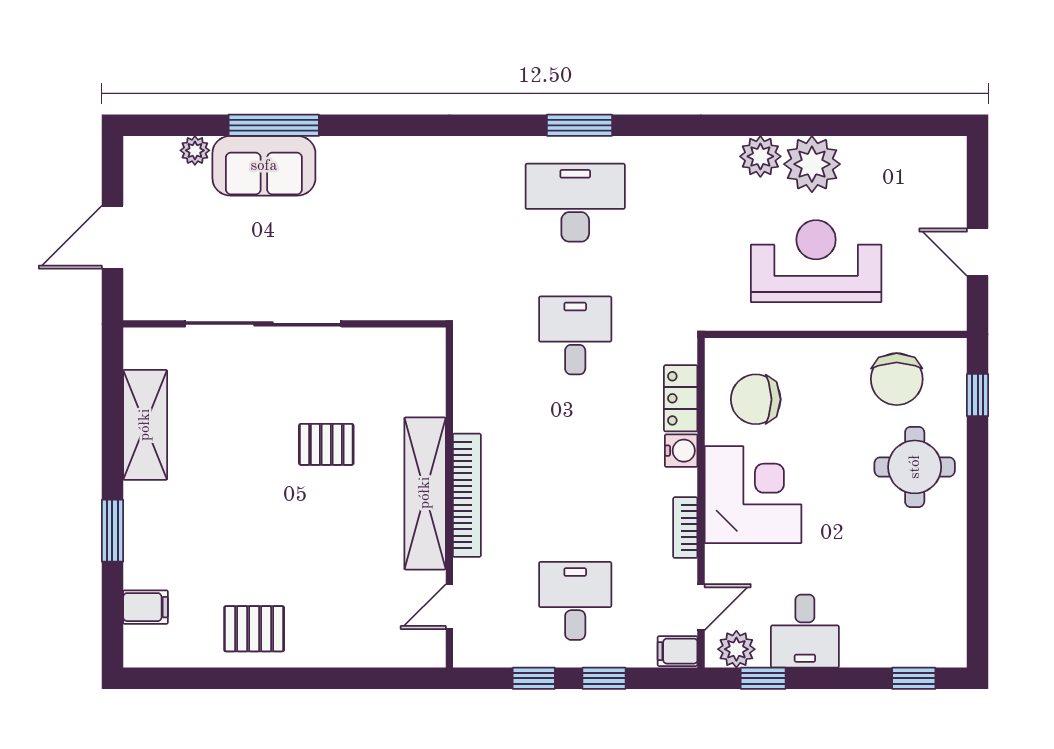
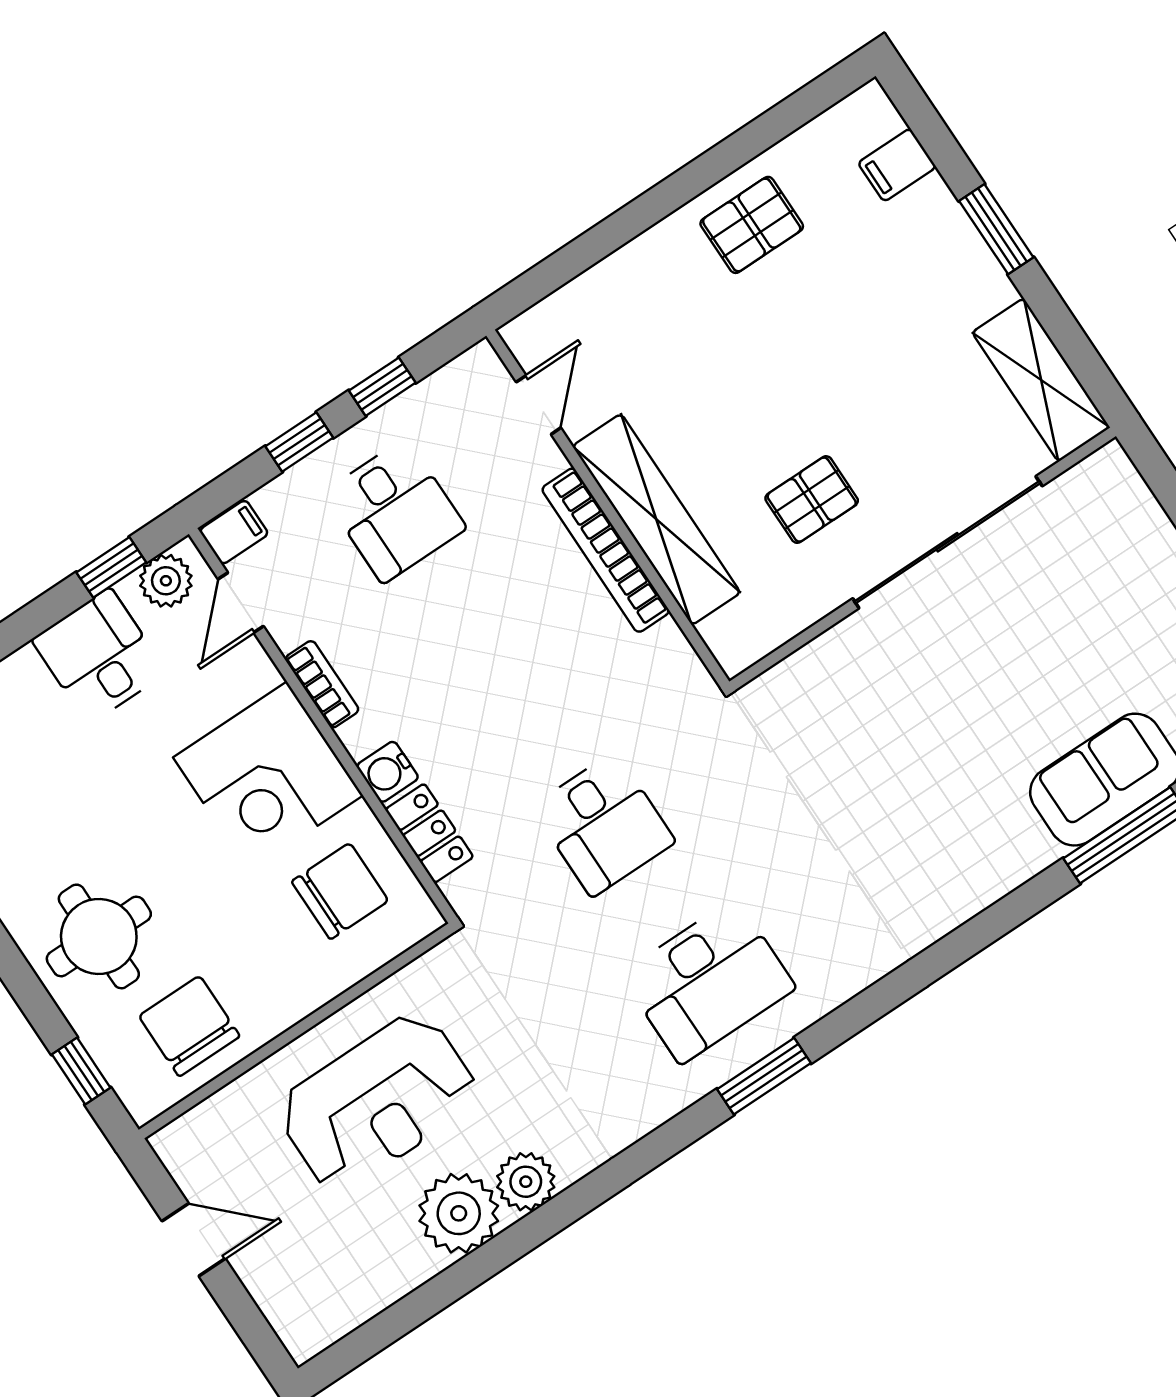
sliding door: (263, 324) -> (947, 542), moved
wall: (284, 324) -> (923, 559), moved

